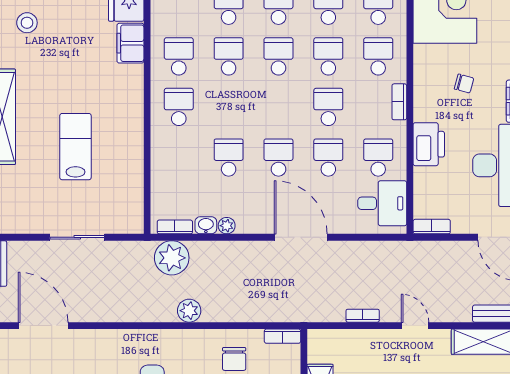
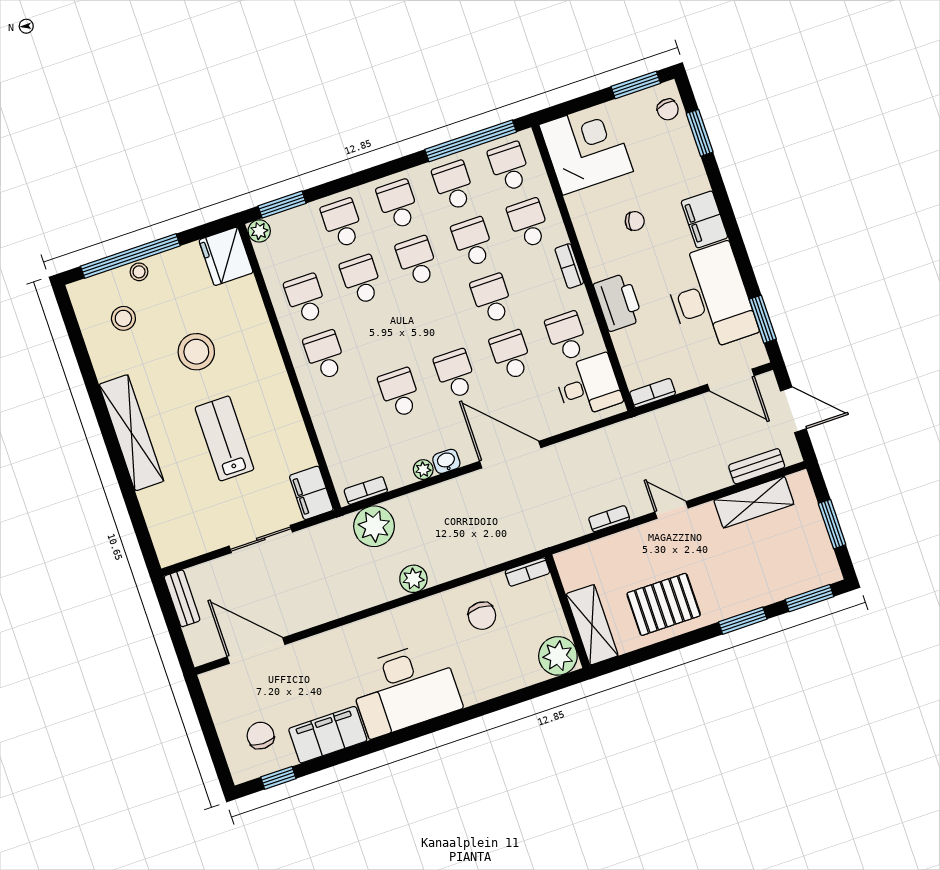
filing cabinet: (130, 43) -> (311, 493), moved
stool: (76, 69) -> (196, 352), added
washbasin: (206, 225) -> (446, 461), moved

